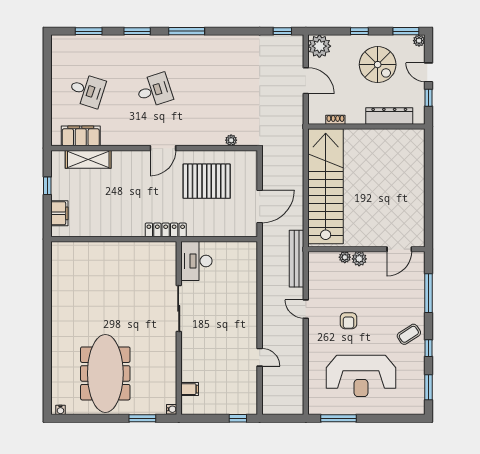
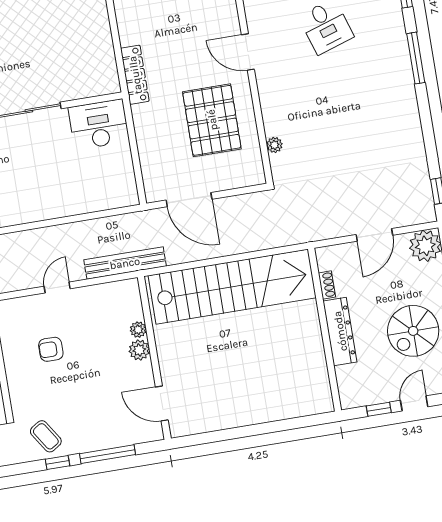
dresser: (389, 116) -> (340, 331), moved
window: (429, 348) -> (58, 462), moved

